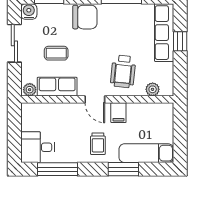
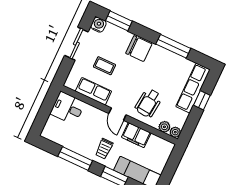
plant: (30, 90) -> (175, 132), moved
filing cabinet: (118, 113) -> (136, 135), width x2.00
desk: (38, 147) -> (68, 108), moved
window: (57, 169) -> (75, 159), moved

